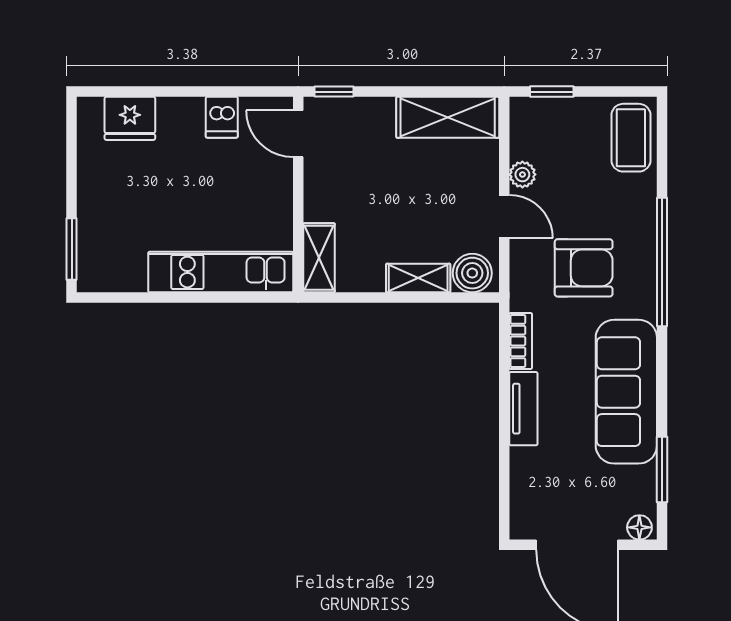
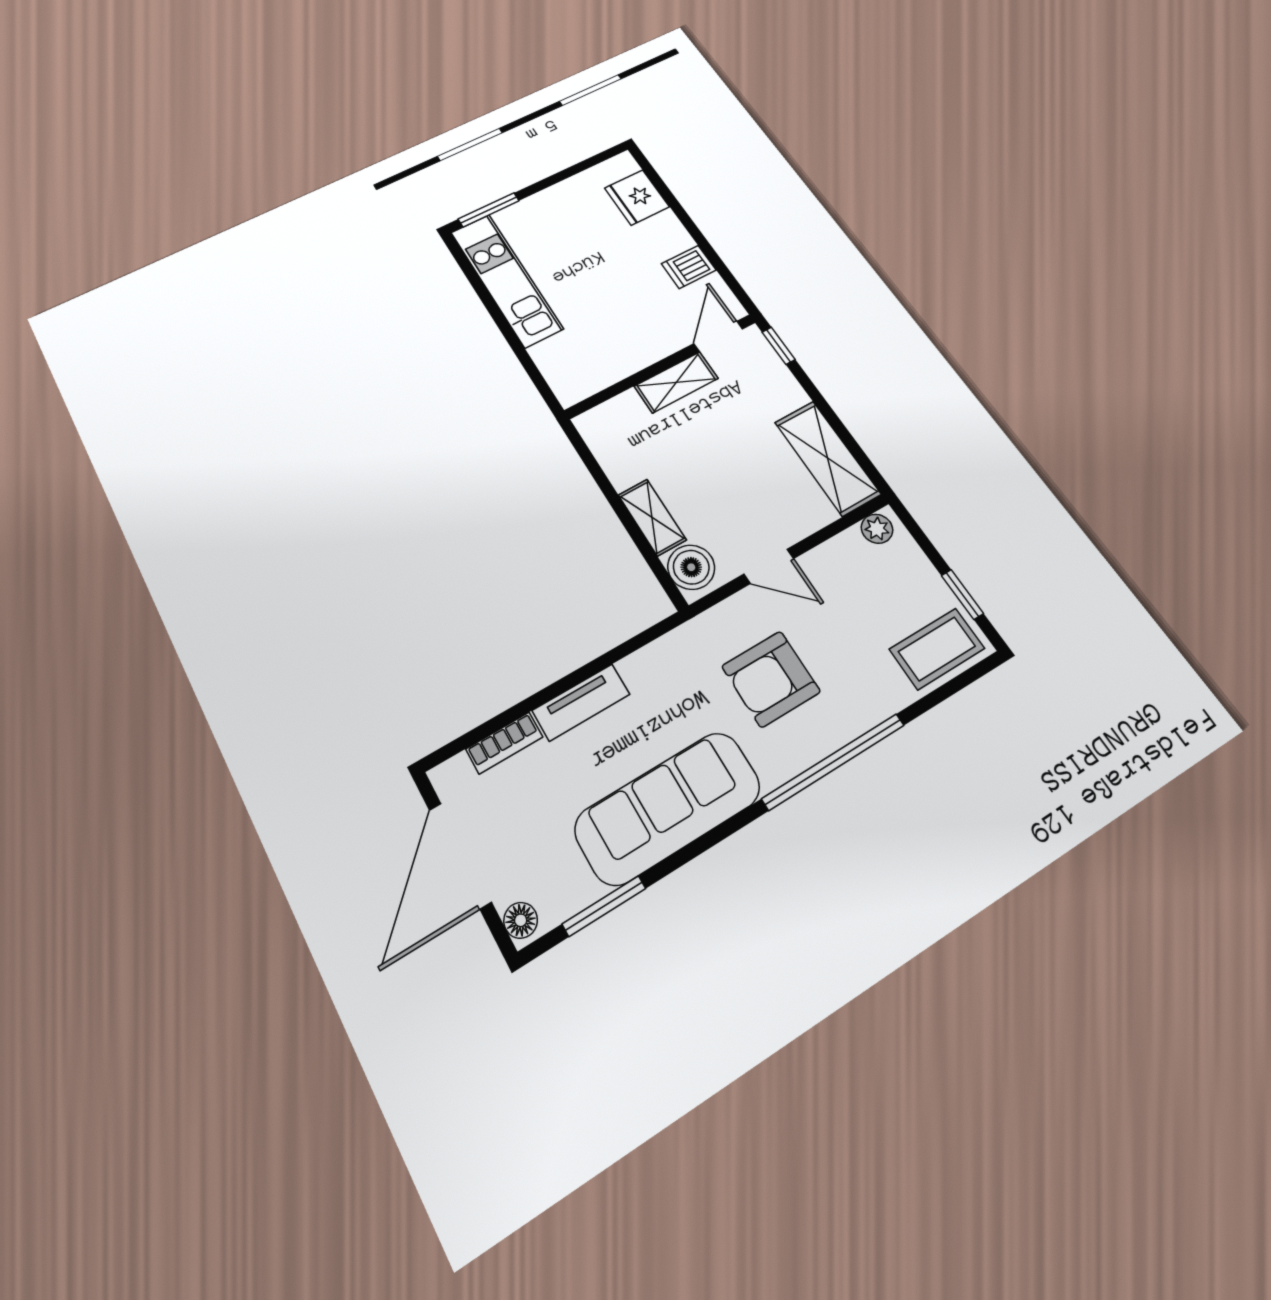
window: (552, 92) -> (962, 595), moved
plant: (522, 175) -> (877, 529), moved
door: (504, 217) -> (769, 566), hinge flipped
shelving: (319, 258) -> (676, 382), moved
armchair: (584, 268) -> (771, 679), turned 90
kitchen unit: (221, 272) -> (506, 280), moved
bookcase: (521, 341) -> (504, 743), moved

